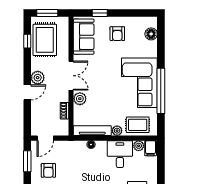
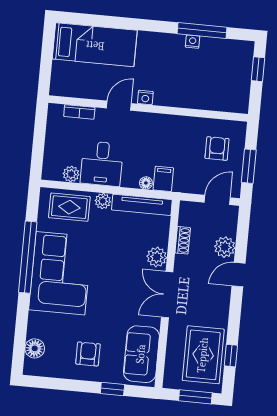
plant: (38, 78) -> (225, 247), moved
filing cabinet: (151, 148) -> (163, 179), moved

